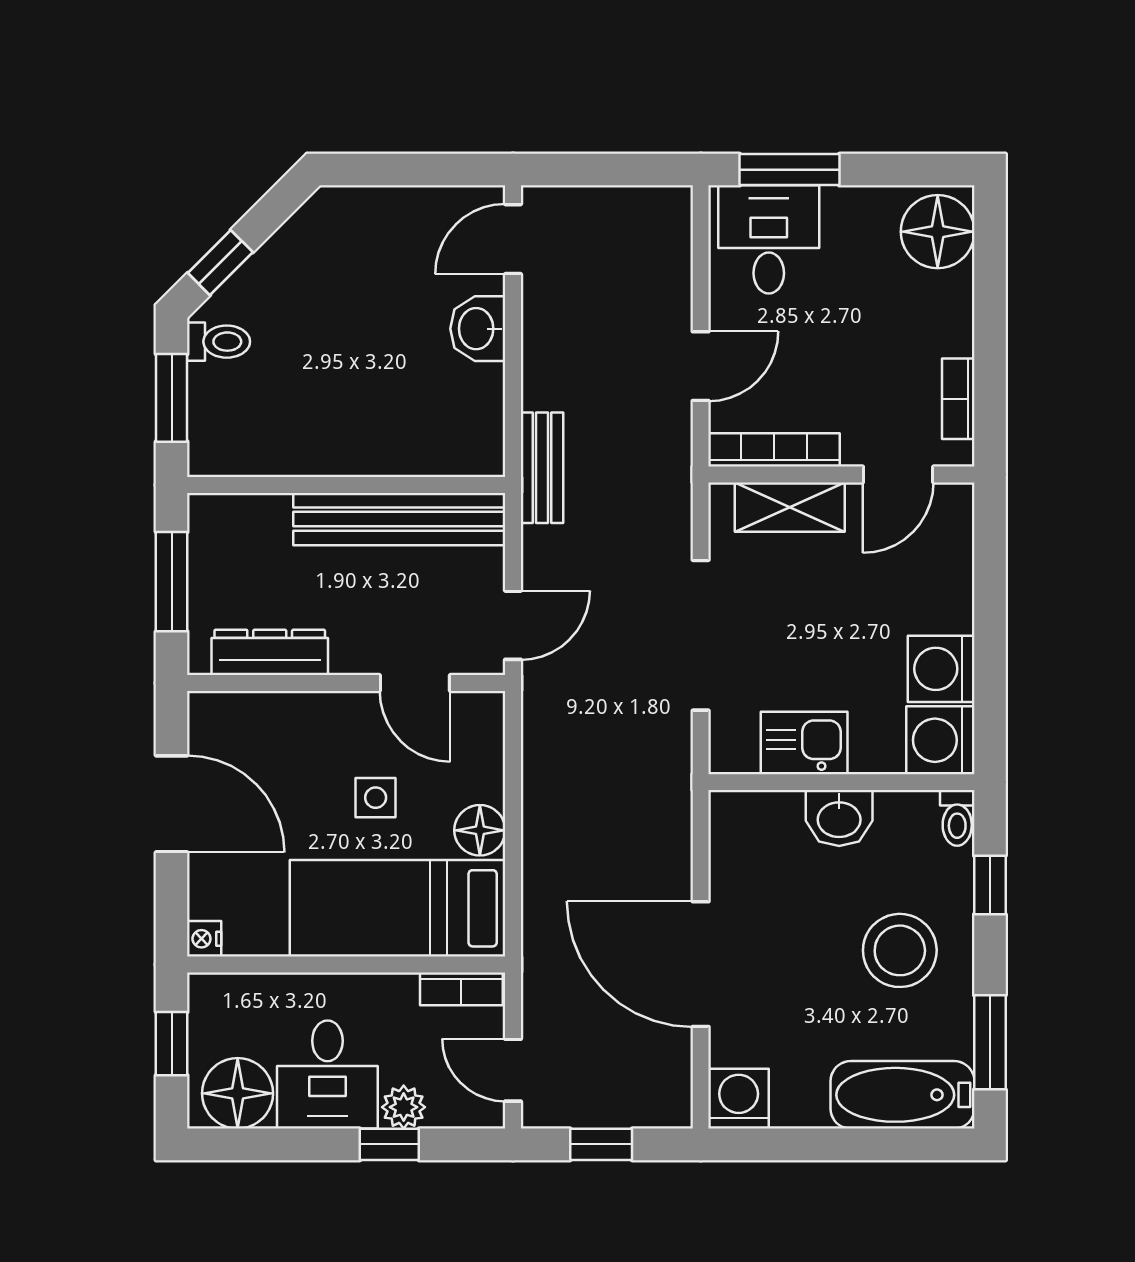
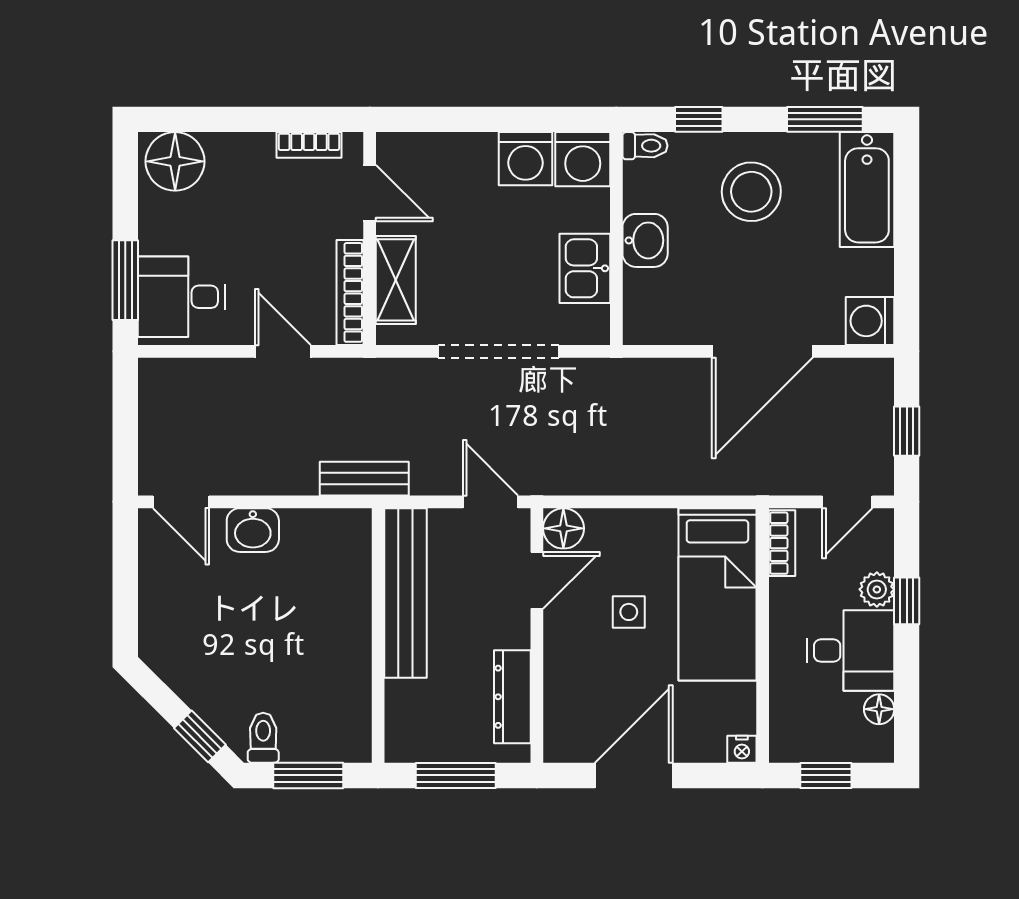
floor lamp: (480, 830) -> (563, 528), moved
floor lamp: (238, 1093) -> (879, 709), width x0.53, depth x0.53

